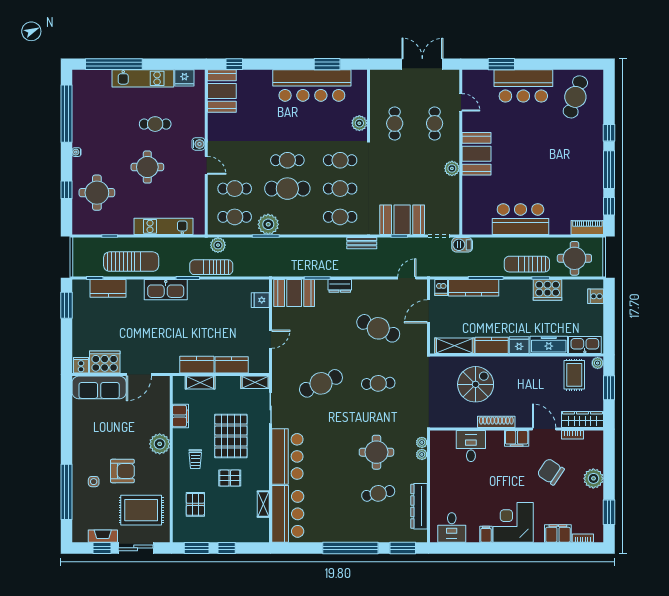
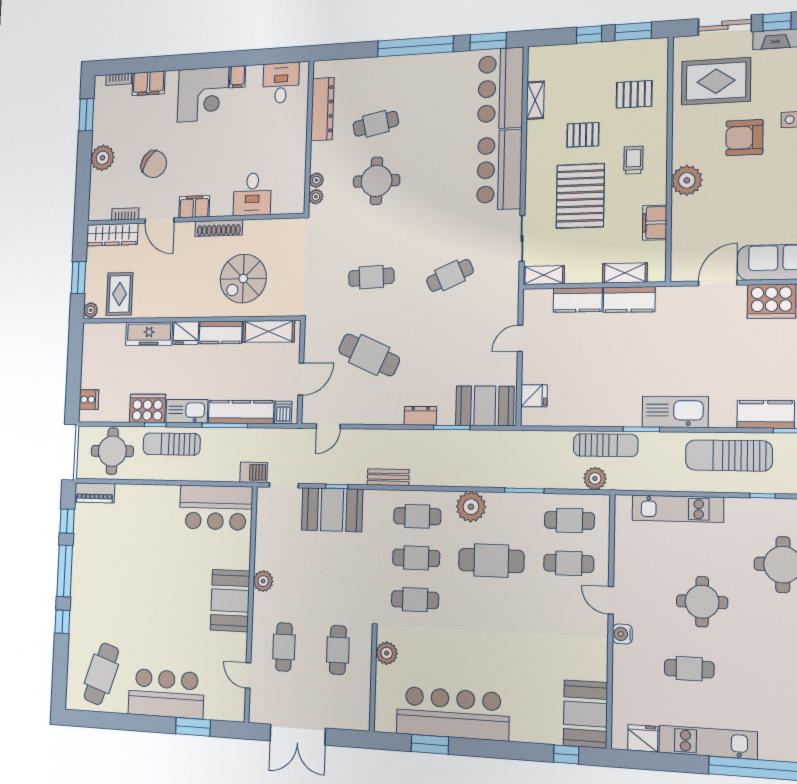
cafe table: (287, 160) -> (490, 603), removed
bar counter: (520, 219) -> (216, 508), moved
plant: (268, 224) -> (471, 507), moved
sun lounger: (527, 264) -> (172, 444), turned 180
kitchen sink: (585, 345) -> (187, 411), moved, turned 180
cafe table: (321, 383) -> (450, 275), width x0.73, depth x0.74
pallet: (195, 504) -> (634, 94), turned 90
window: (403, 548) -> (488, 41), moved

